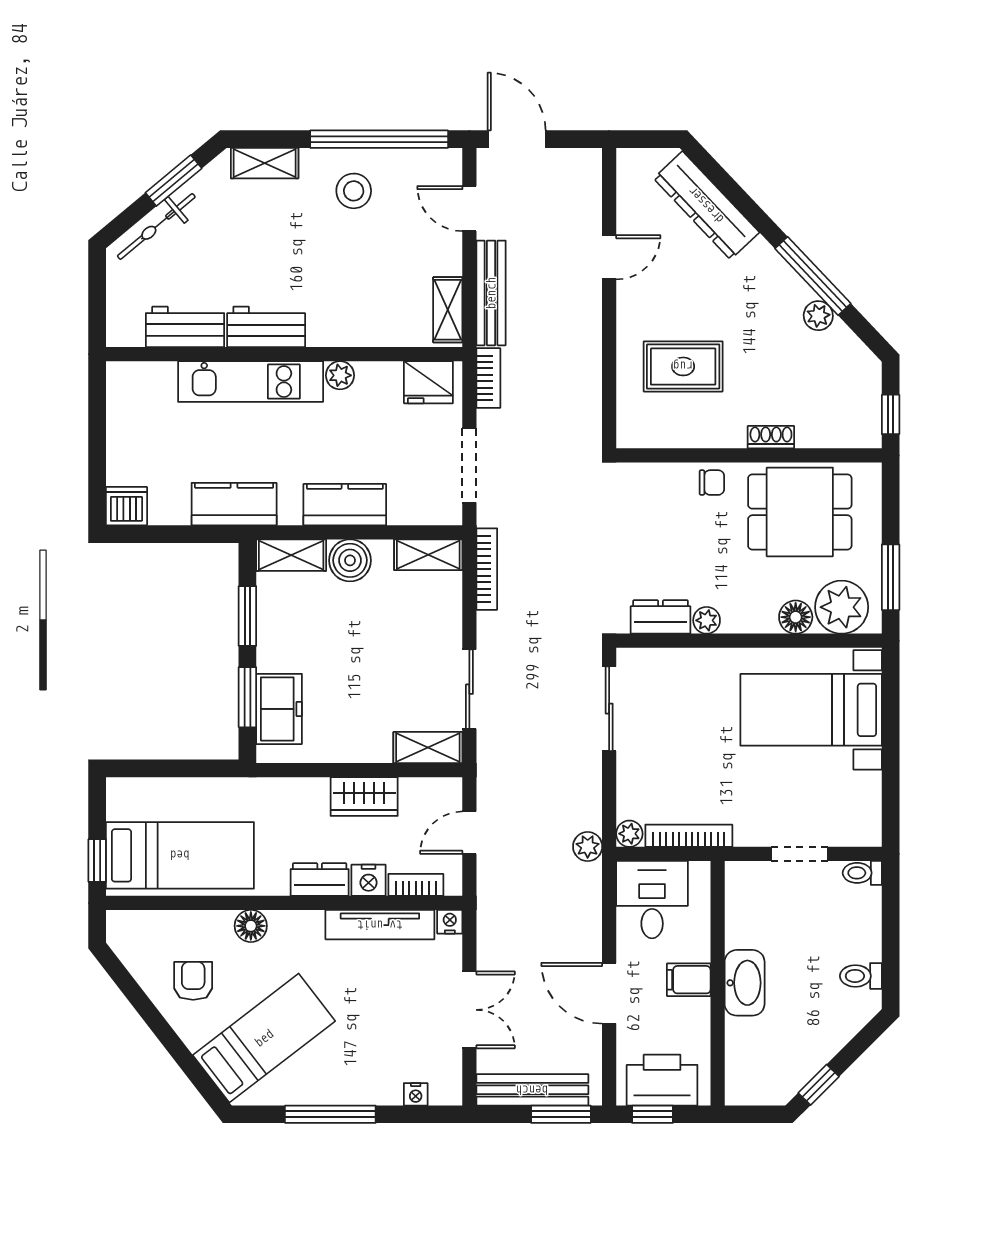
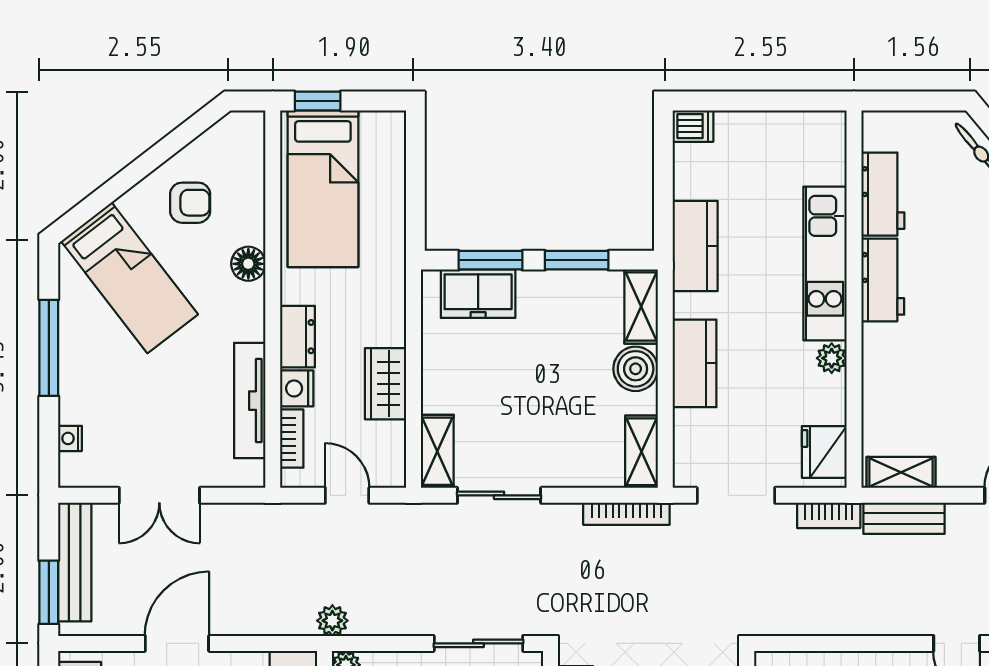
bench: (491, 293) -> (904, 518), width x0.73
dishwasher: (126, 506) -> (693, 126), width x0.73
nightstand: (450, 922) -> (253, 475), removed

